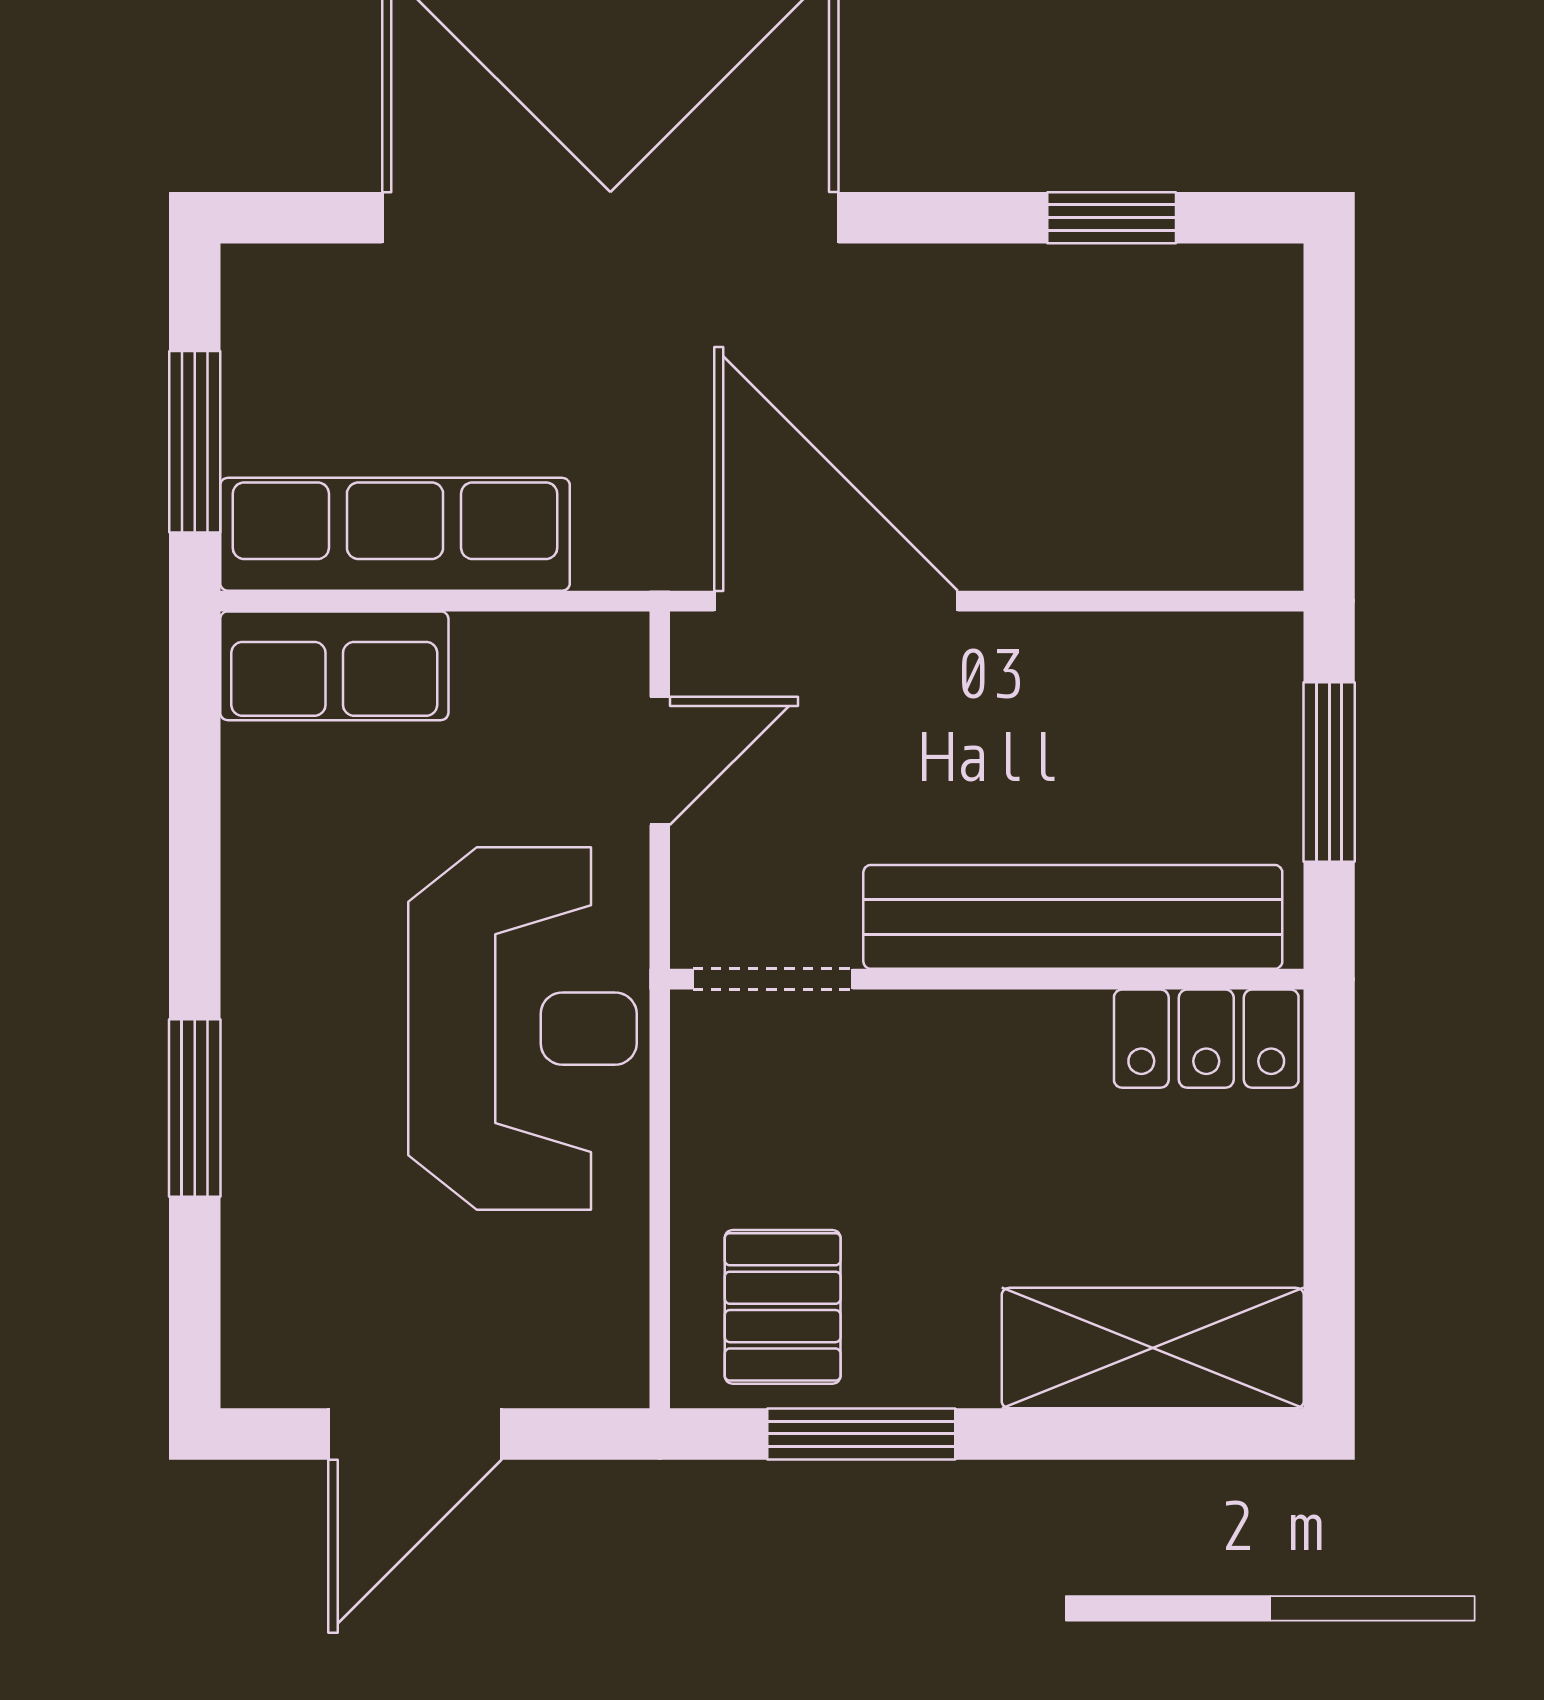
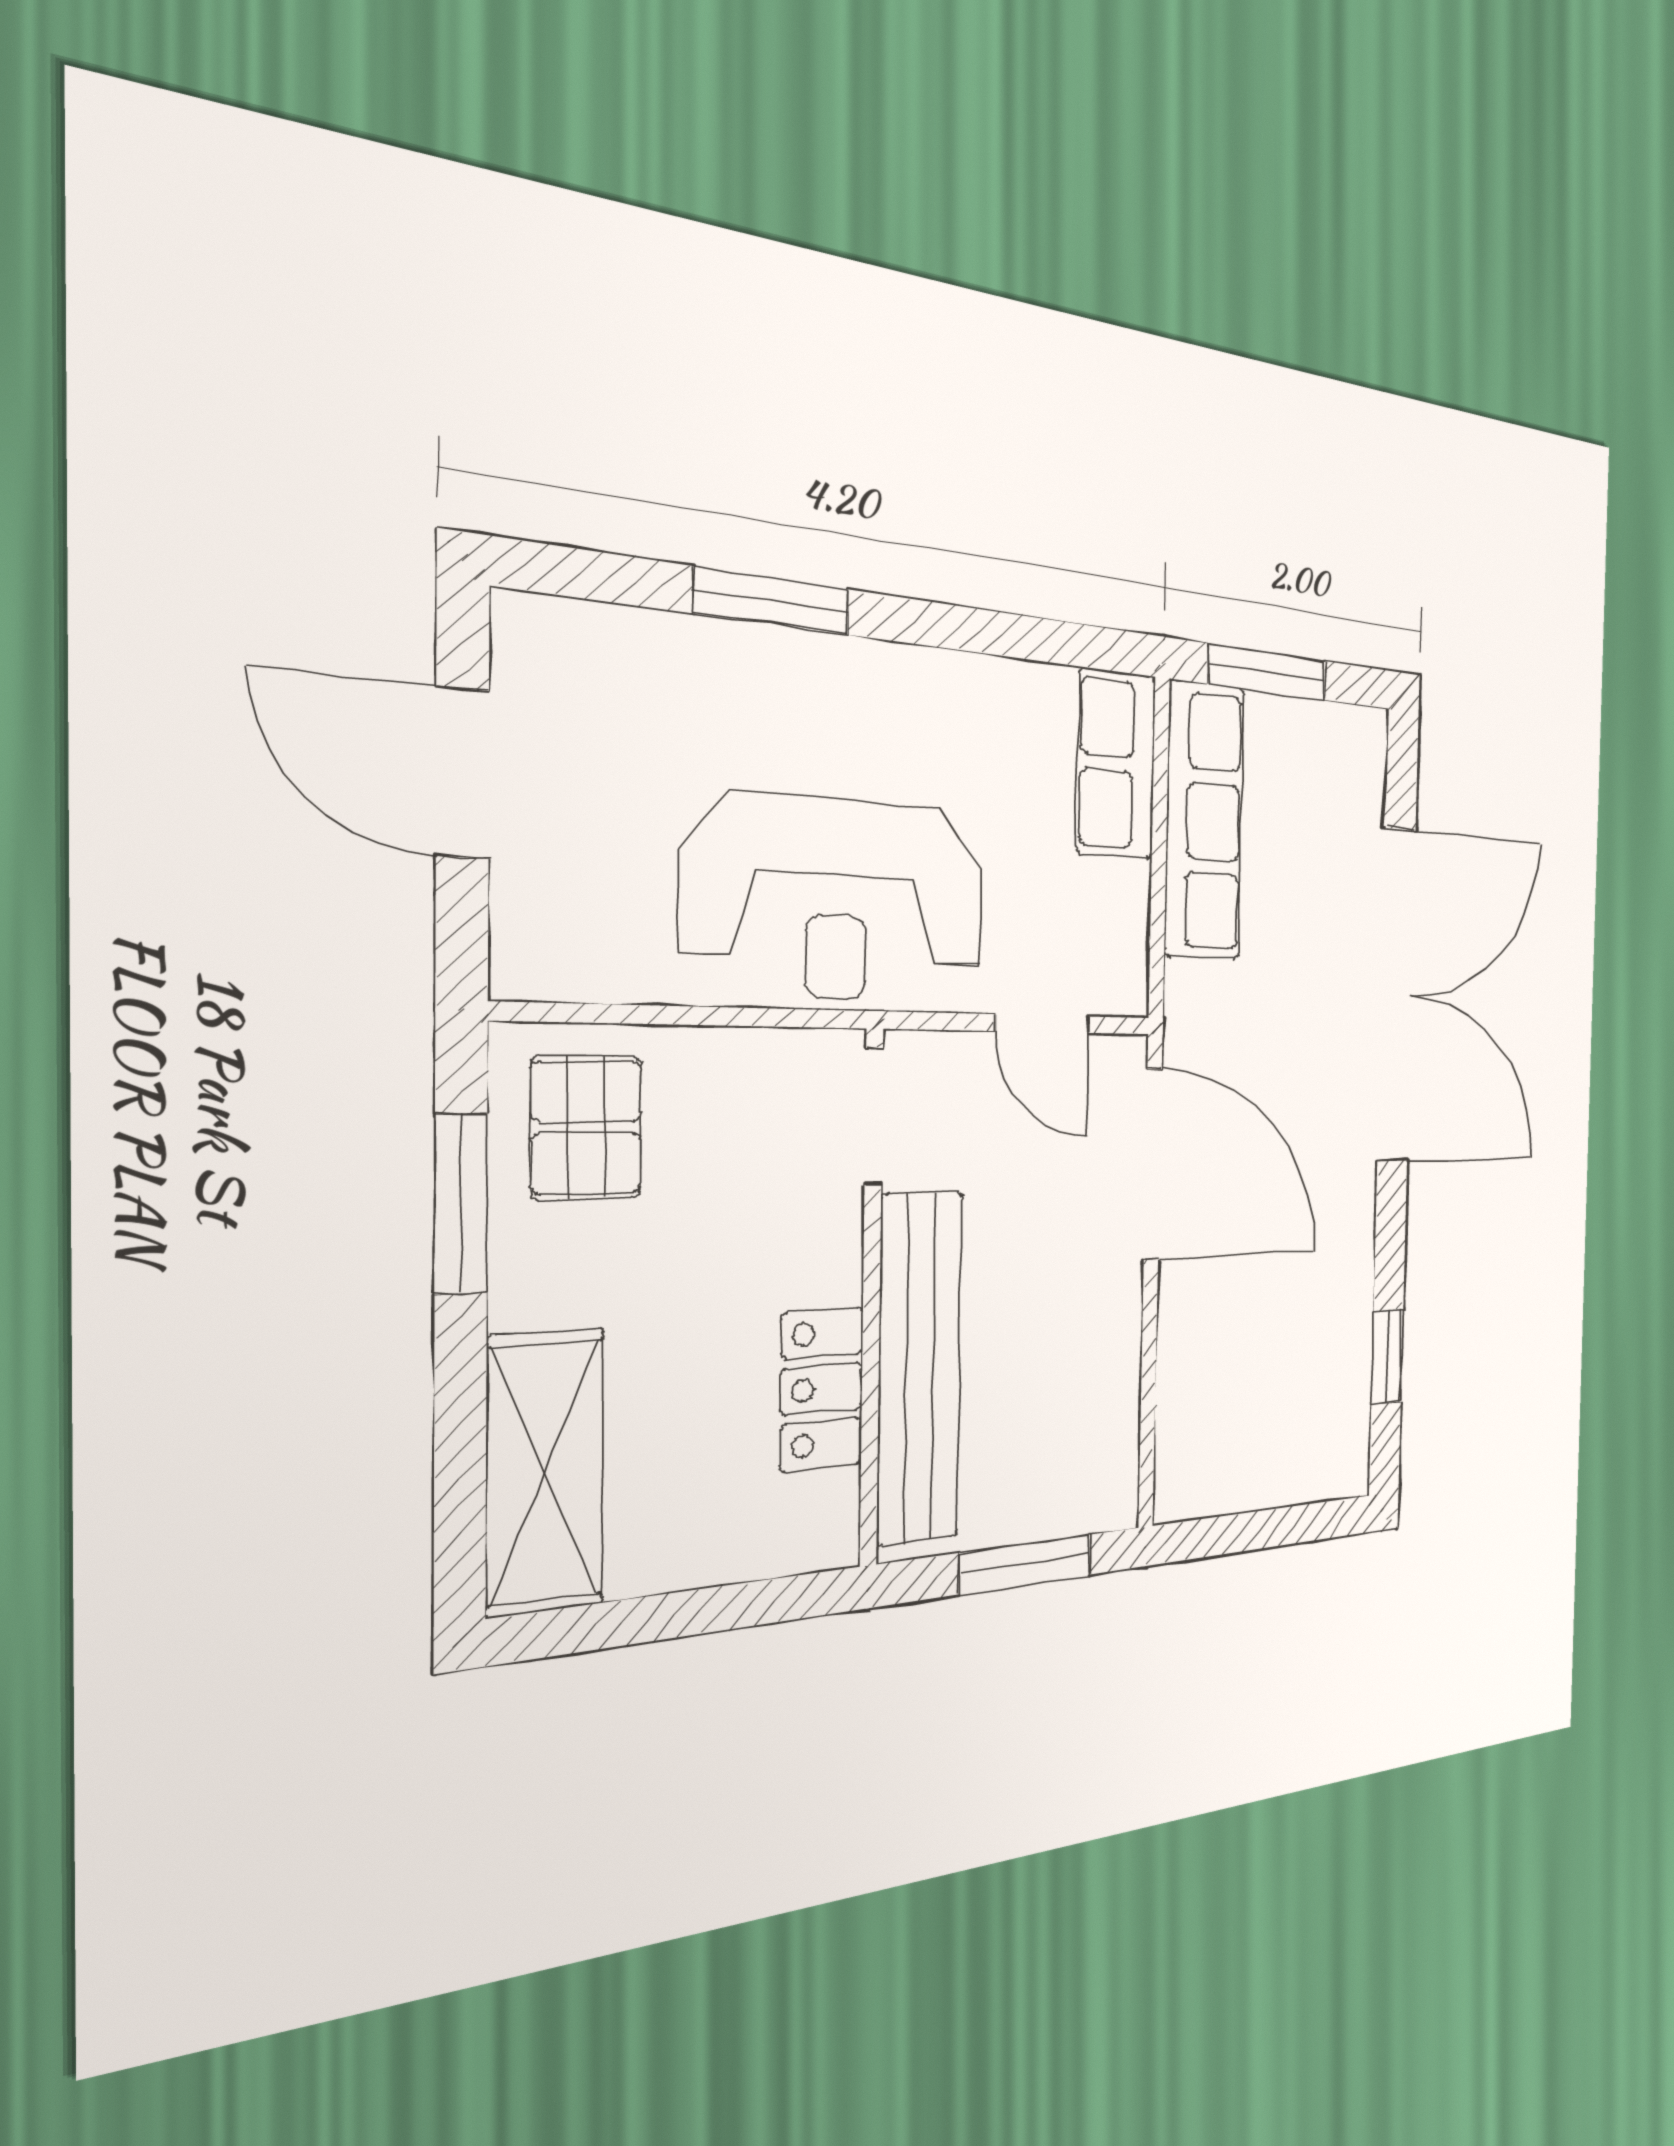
door: (836, 601) -> (1153, 1165), hinge flipped
locker: (1206, 1039) -> (822, 1389), moved
pallet: (783, 1307) -> (586, 1128), turned 90

